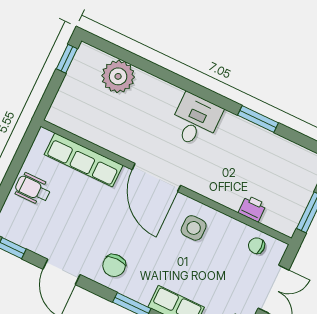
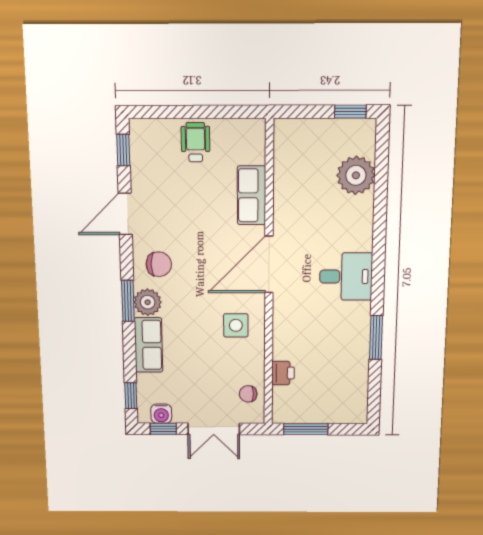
row of seats: (84, 160) -> (252, 195), width x0.68
chair: (257, 246) -> (248, 394), turned -90
chair: (114, 265) -> (159, 264), turned 180
plant: (140, 290) -> (148, 302), added

